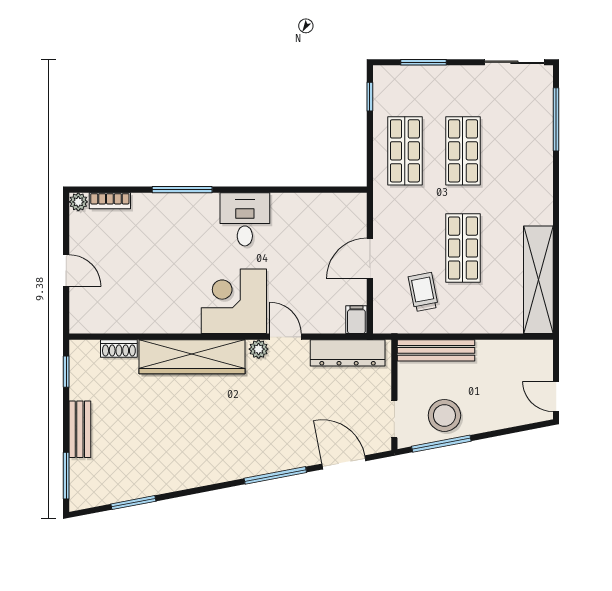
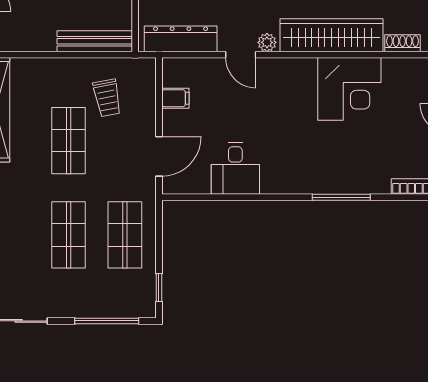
window: (424, 62) -> (107, 321), width x1.44
desk: (245, 219) -> (235, 168), moved
door: (370, 258) -> (159, 156), moved
corner desk: (234, 301) -> (349, 89), moved
filing cabinet: (356, 320) -> (175, 98), moved, turned -90

